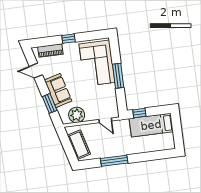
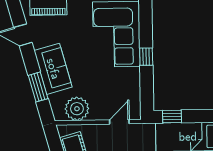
window: (118, 76) -> (146, 57), width x0.46
door: (105, 120) -> (119, 122), swing flipped

